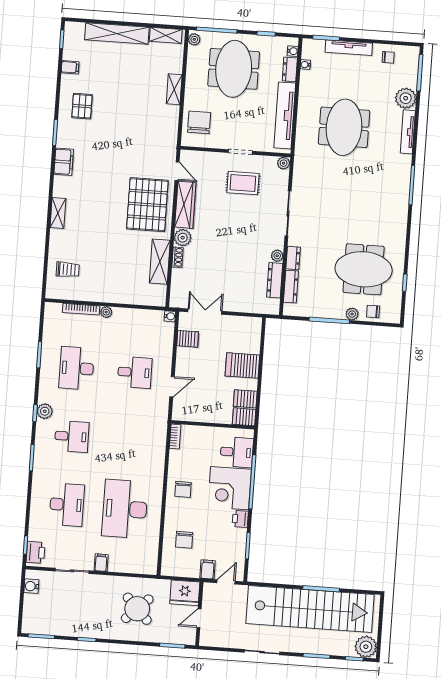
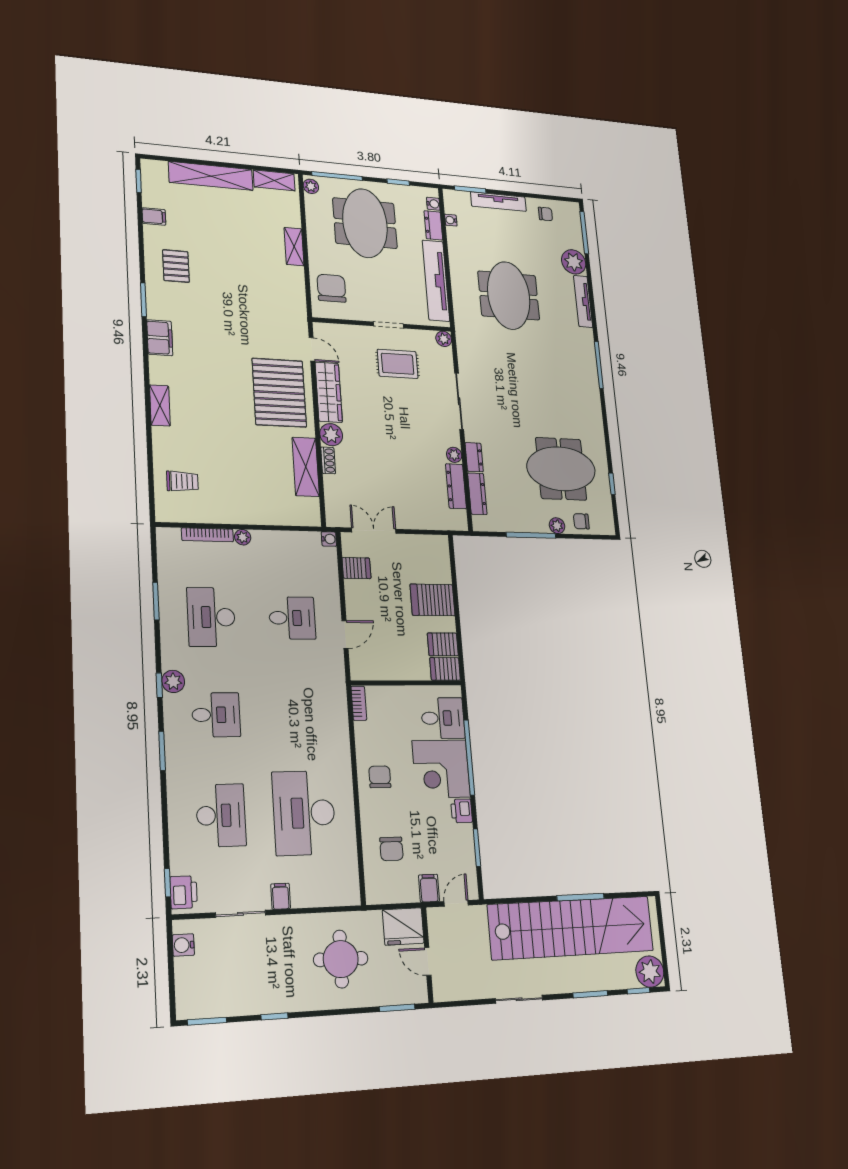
chair: (183, 489) -> (380, 777), turned 180
round table: (137, 609) -> (341, 959), turned 45
door: (199, 618) -> (428, 961), hinge flipped

